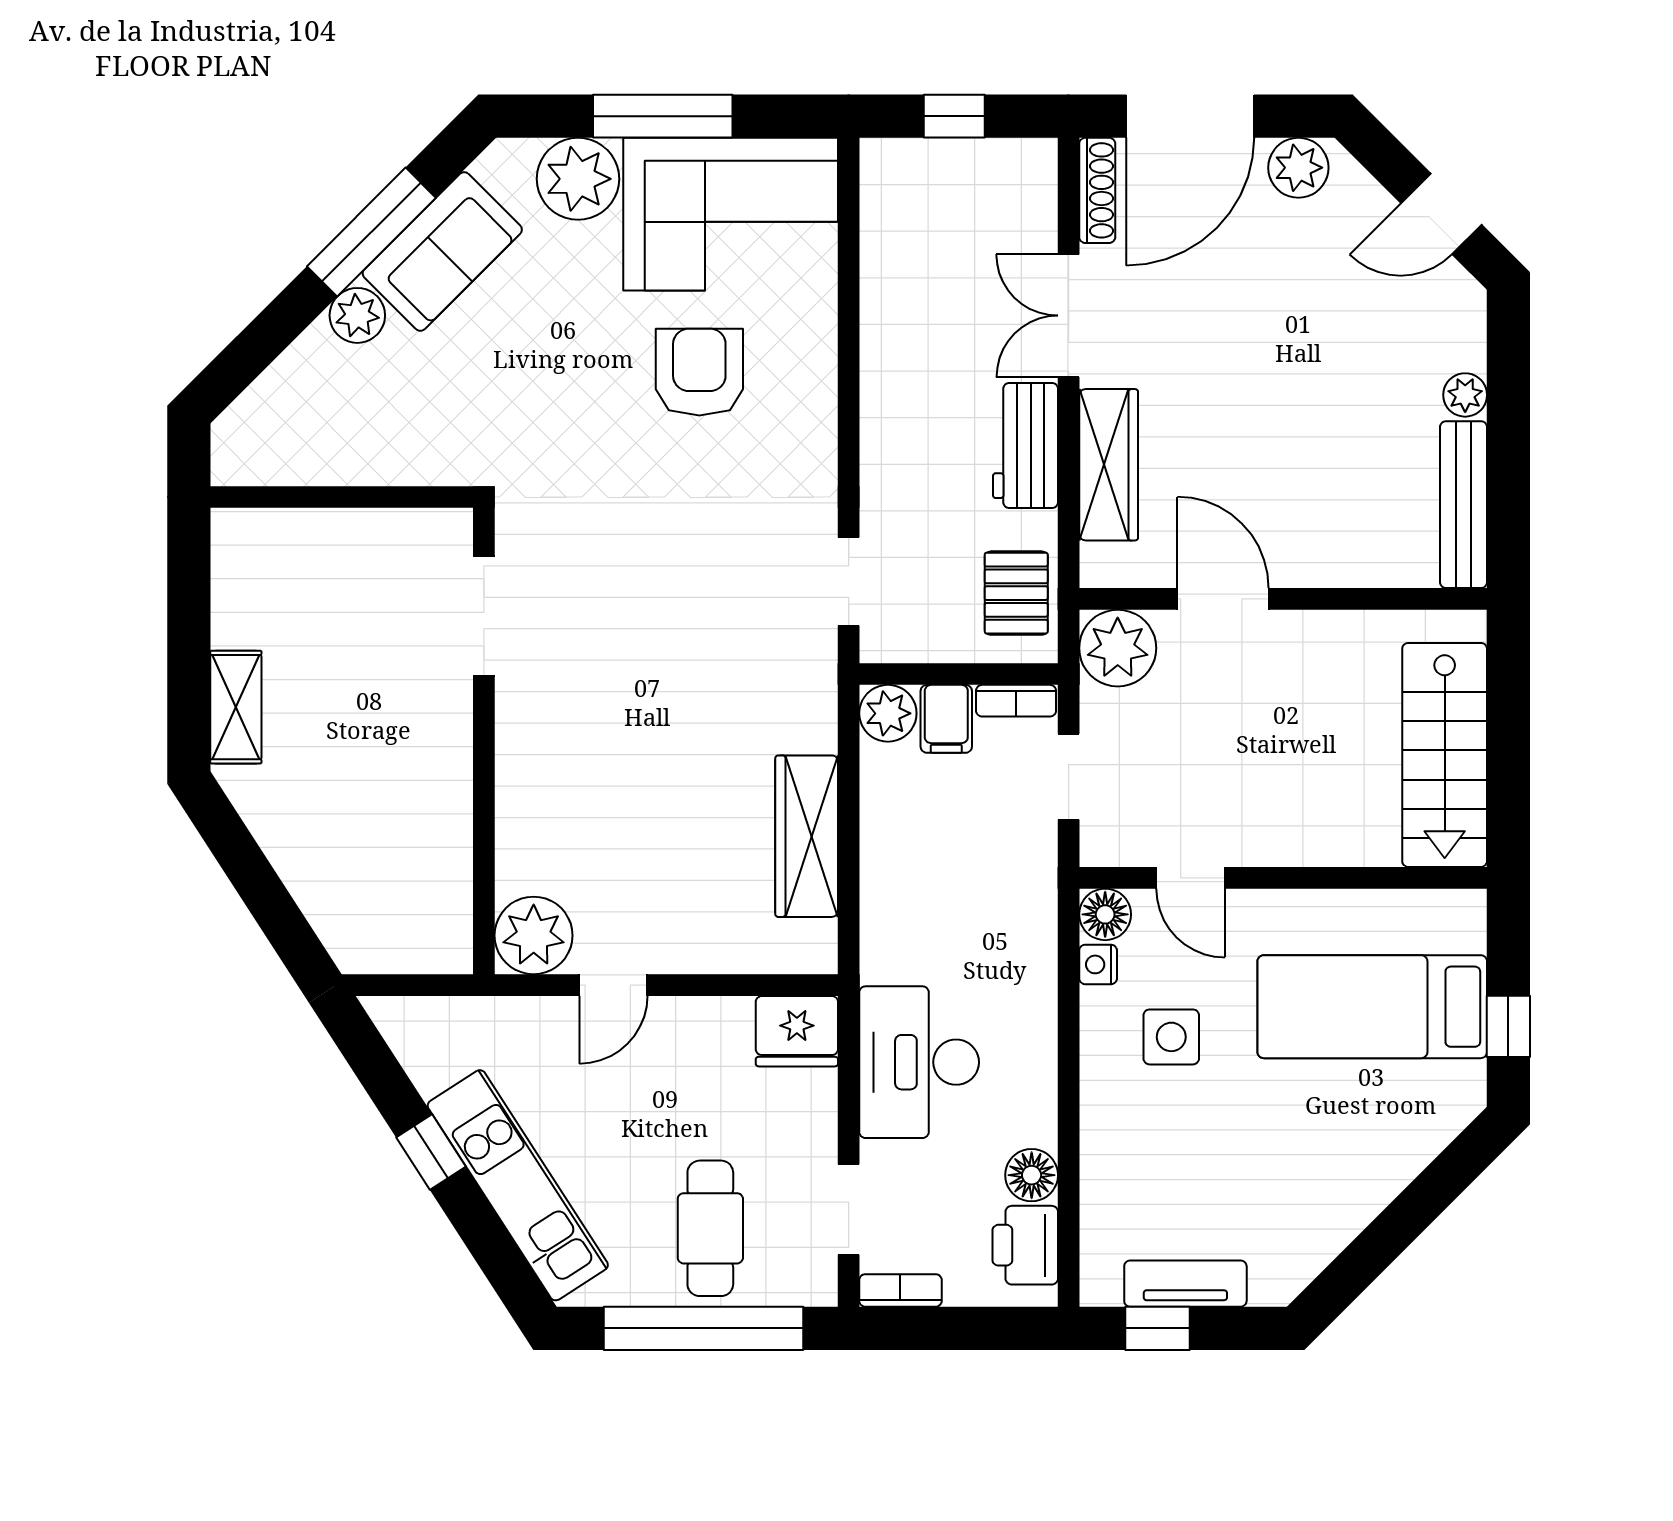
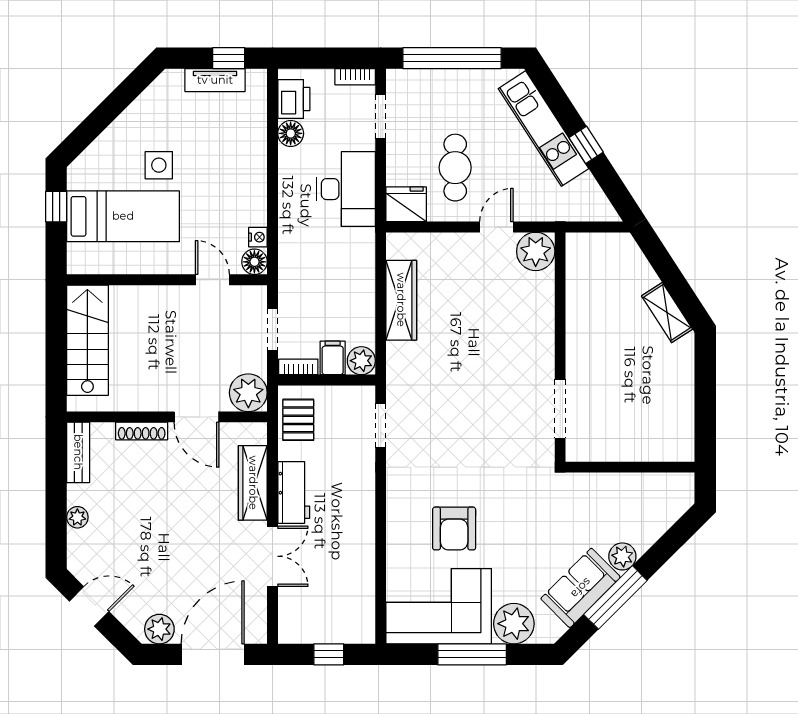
shoe rack: (1097, 190) -> (142, 431), moved, turned -90
bench: (1464, 505) -> (78, 452), width x0.73
shelving: (236, 707) -> (667, 313), moved, turned -33
side table: (1171, 1037) -> (159, 165), moved
cafe table: (710, 1228) -> (455, 168), moved

